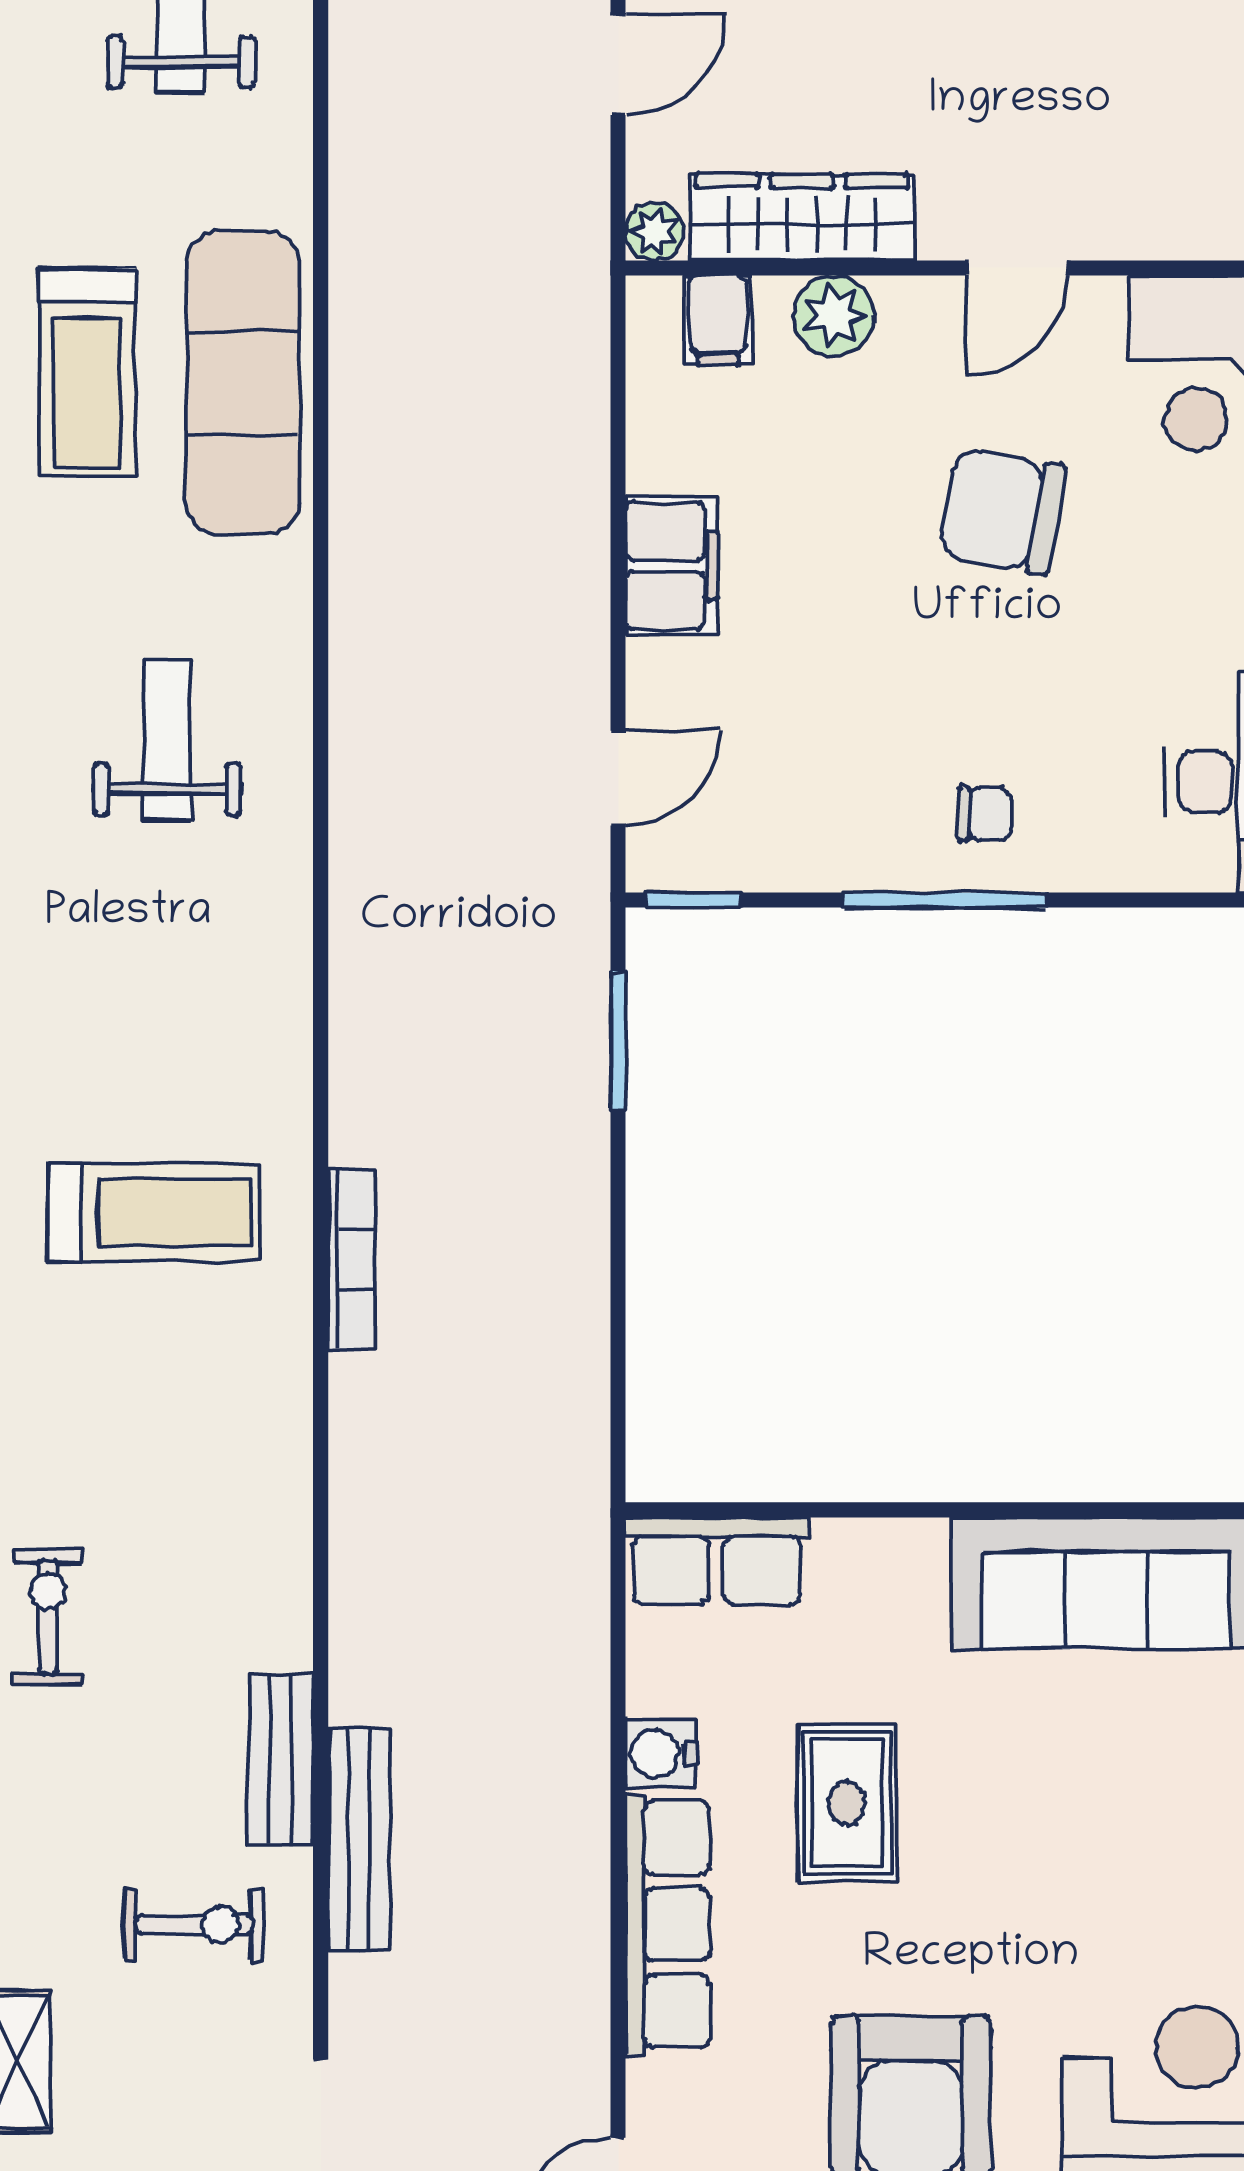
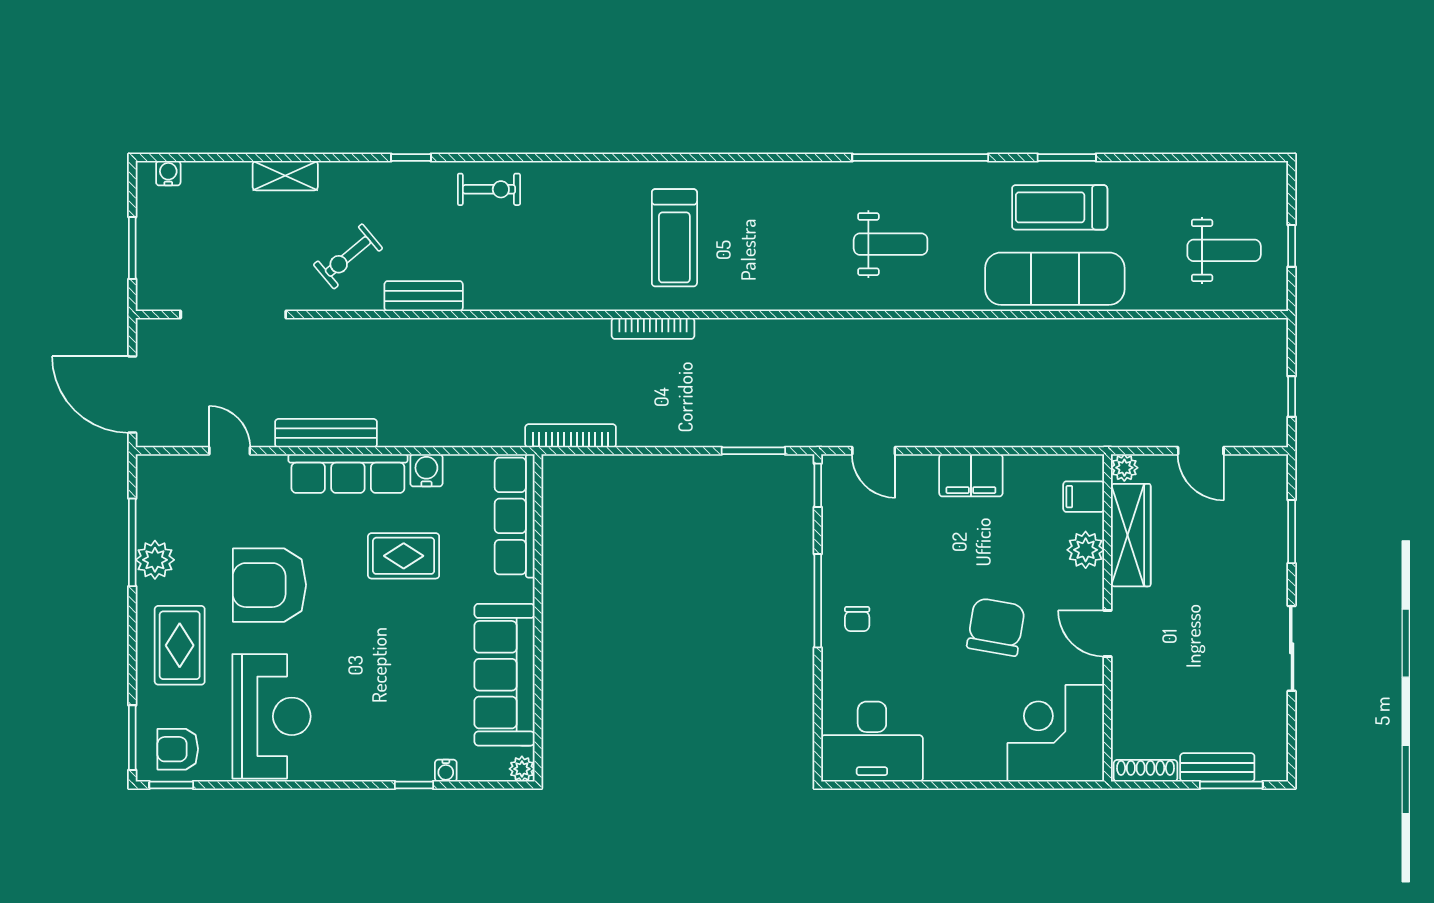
bookcase: (585, 1439) -> (571, 436), added
row of seats: (717, 1561) -> (515, 516), width x1.48
bench: (359, 1840) -> (326, 433), moved
exercise bike: (194, 1924) -> (348, 256), turned 50

